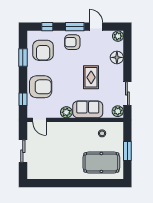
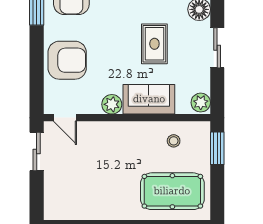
sliding door: (127, 93) -> (217, 48), moved
window: (23, 99) -> (37, 82), removed
sliding door: (23, 151) -> (37, 152), moved
window: (127, 151) -> (217, 148), moved

